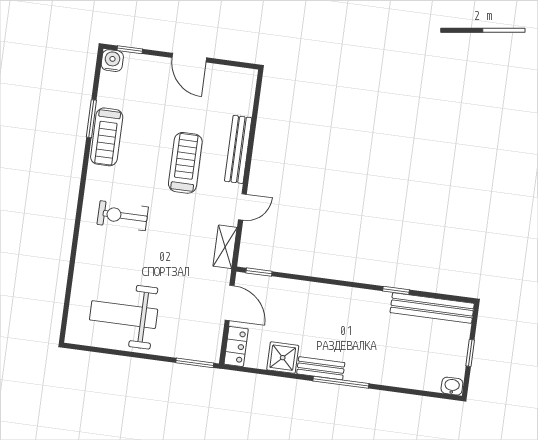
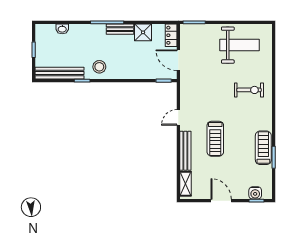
water cooler: (112, 61) -> (255, 193), moved
exercise bike: (123, 216) -> (249, 90), moved
shelving: (225, 247) -> (185, 184), moved
stool: (364, 310) -> (99, 67), added
washbasin: (452, 386) -> (62, 29), moved

